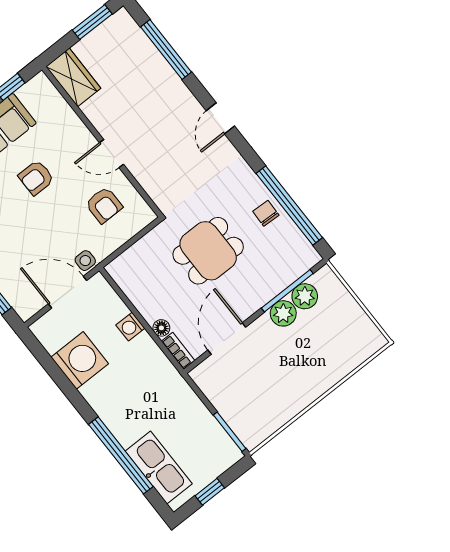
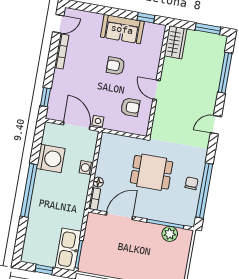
armchair: (104, 205) -> (130, 107), turned -90
plant: (283, 313) -> (153, 231), removed
window: (121, 455) -> (29, 190), moved
kitchen sink: (159, 467) -> (68, 249), moved, turned 180

